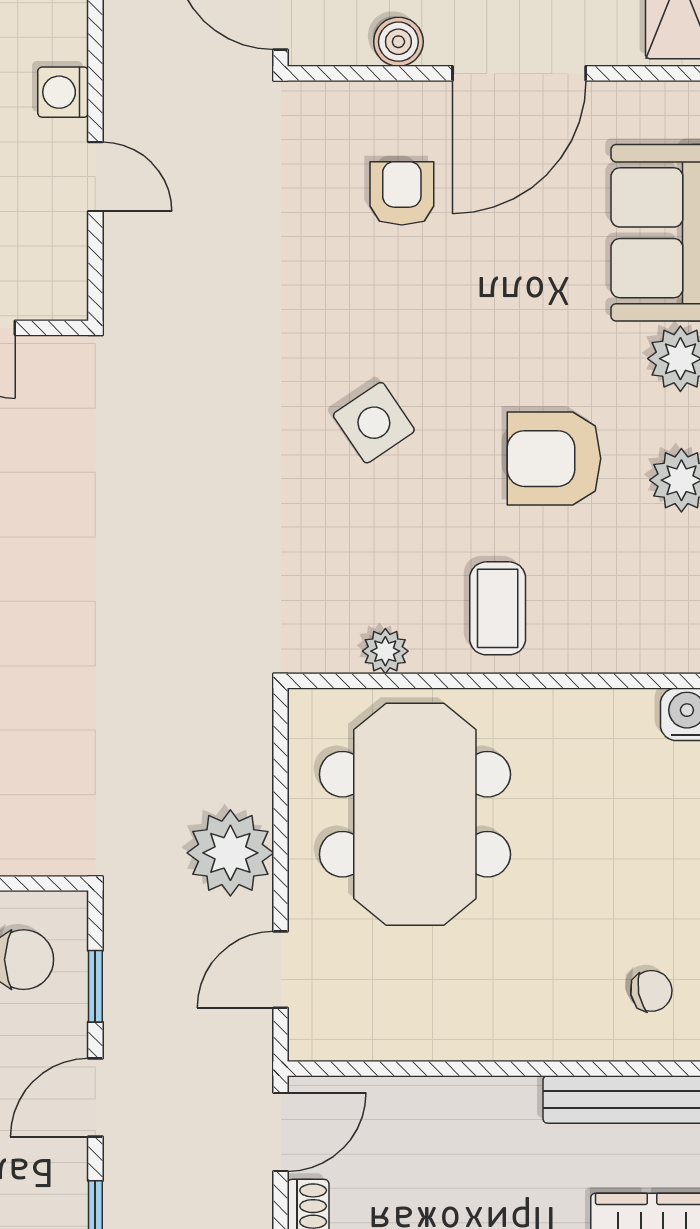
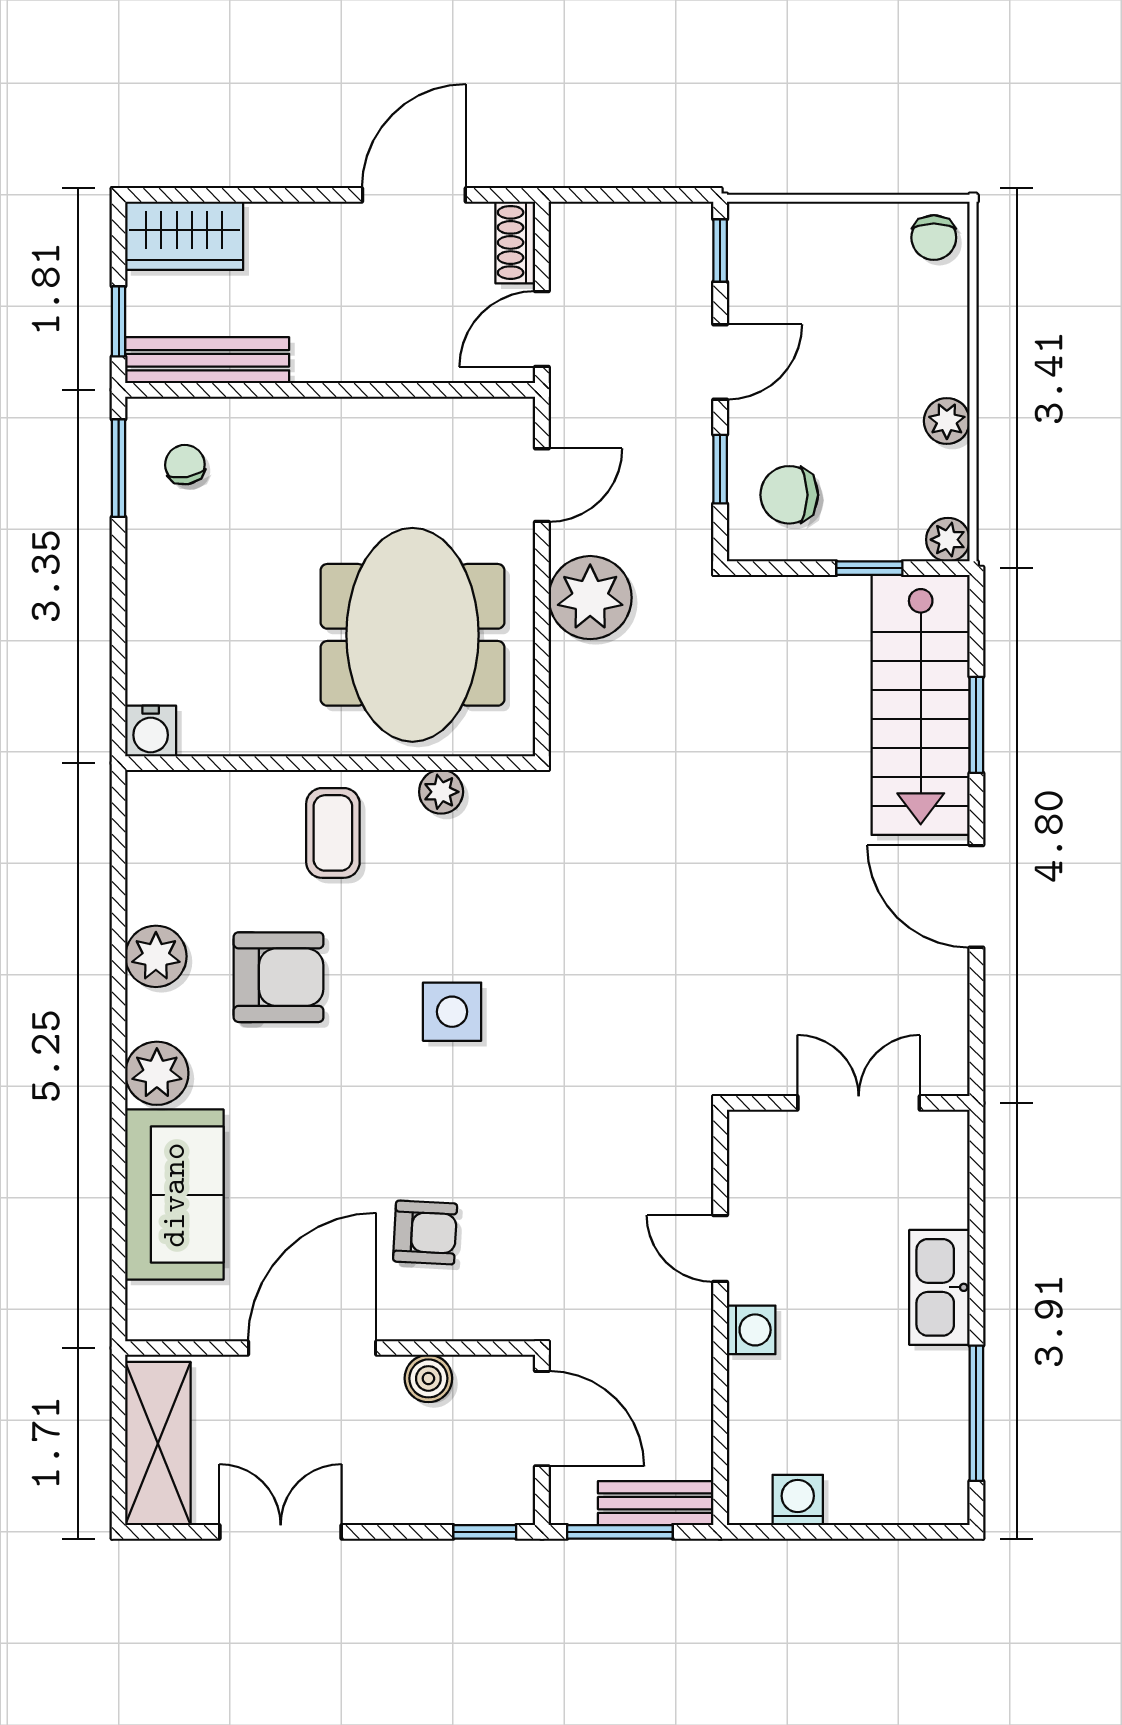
armchair: (402, 193) -> (425, 1232), turned -87
side table: (374, 423) -> (452, 1012), turned 34
chair: (651, 991) -> (185, 465), turned 91

